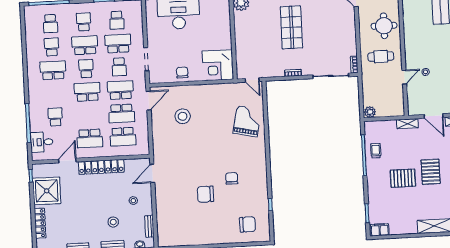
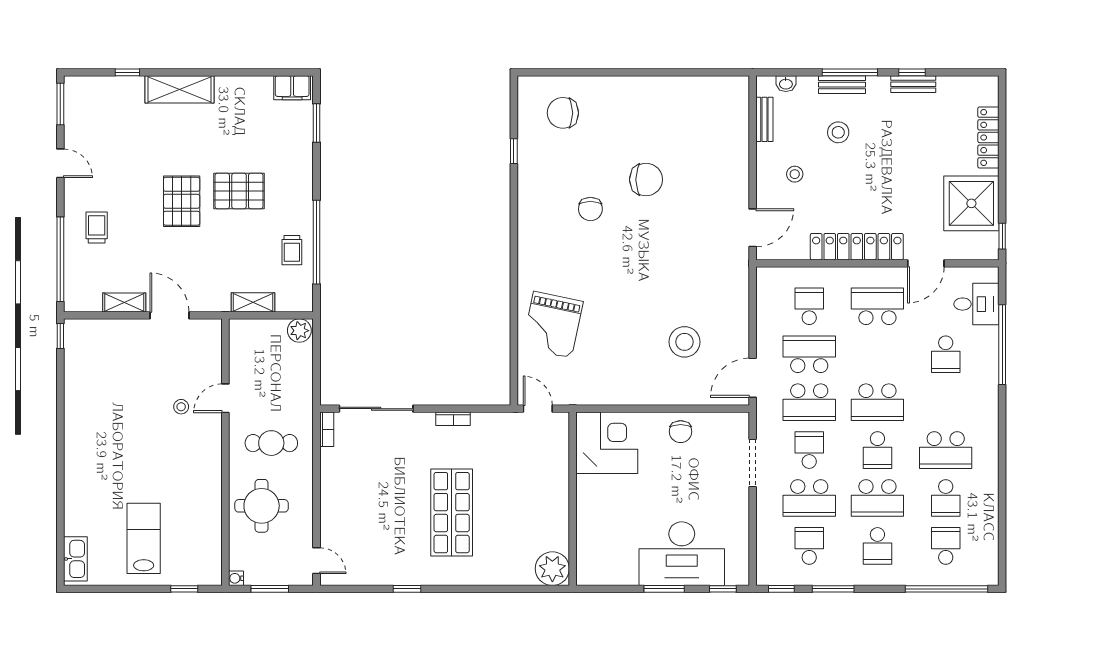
shelving: (407, 124) -> (253, 302), moved
school desk: (123, 137) -> (809, 306), width x0.54

